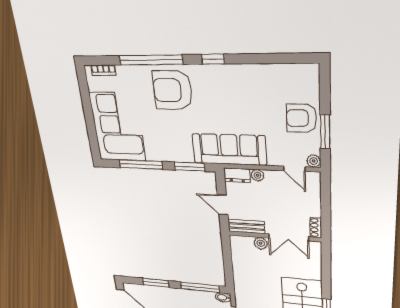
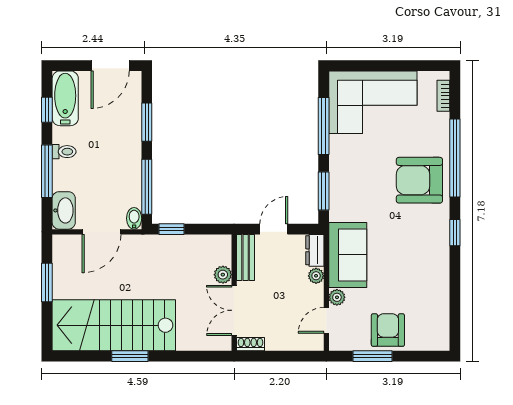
armchair: (172, 90) -> (419, 180), turned -90
sofa: (229, 150) -> (348, 255), width x0.73
plant: (314, 161) -> (337, 297), moved
window: (229, 275) -> (172, 229), added

